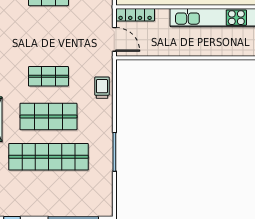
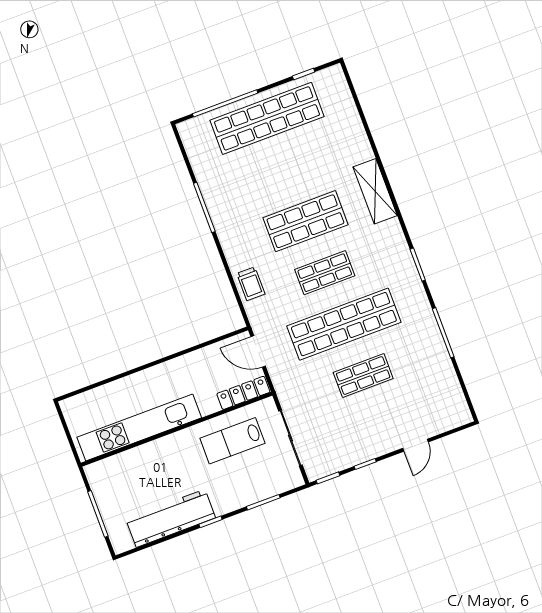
shop shelf: (48, 36) -> (344, 324), added
shop shelf: (48, 157) -> (267, 118), moved

